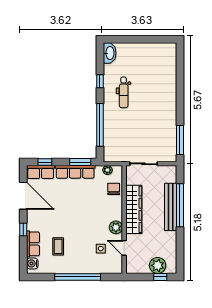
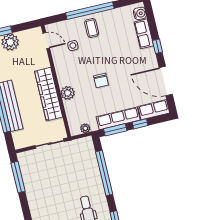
window: (45, 162) -> (140, 124), moved
chair: (114, 189) -> (101, 80), moved
plant: (116, 227) -> (68, 93), moved
coffee table: (58, 246) -> (92, 28), moved
door: (124, 248) -> (46, 41), moved

